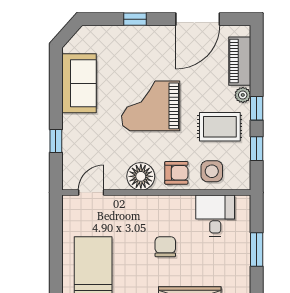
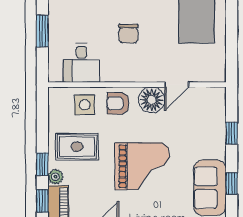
window: (56, 88) -> (232, 184), added
window: (257, 149) -> (42, 201), moved
door: (91, 193) -> (177, 85), moved

